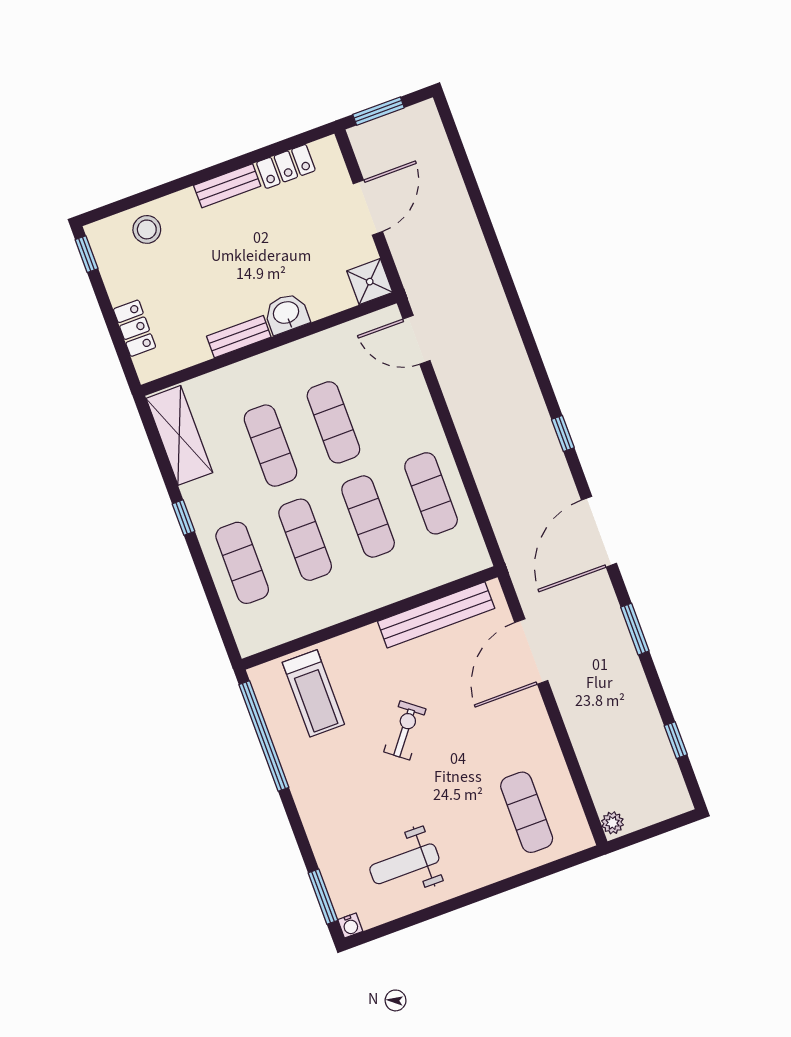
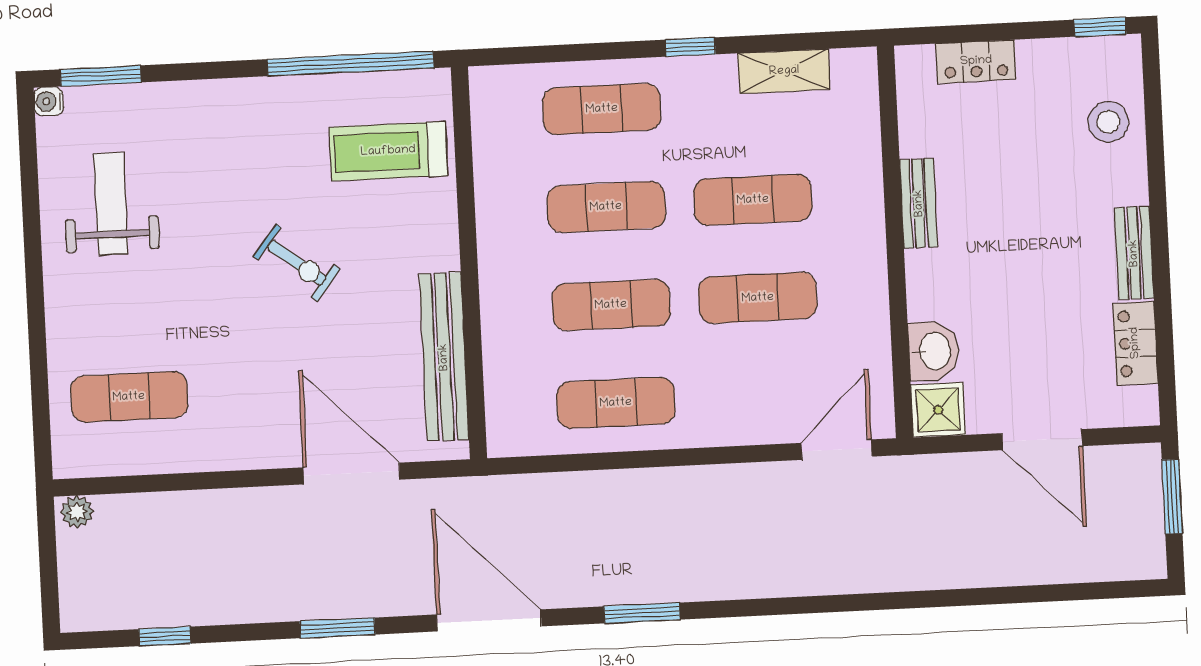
washbasin: (286, 313) -> (934, 351), moved
window: (563, 433) -> (642, 613), width x1.50
shelving: (179, 435) -> (784, 71), width x0.67, depth x0.75

